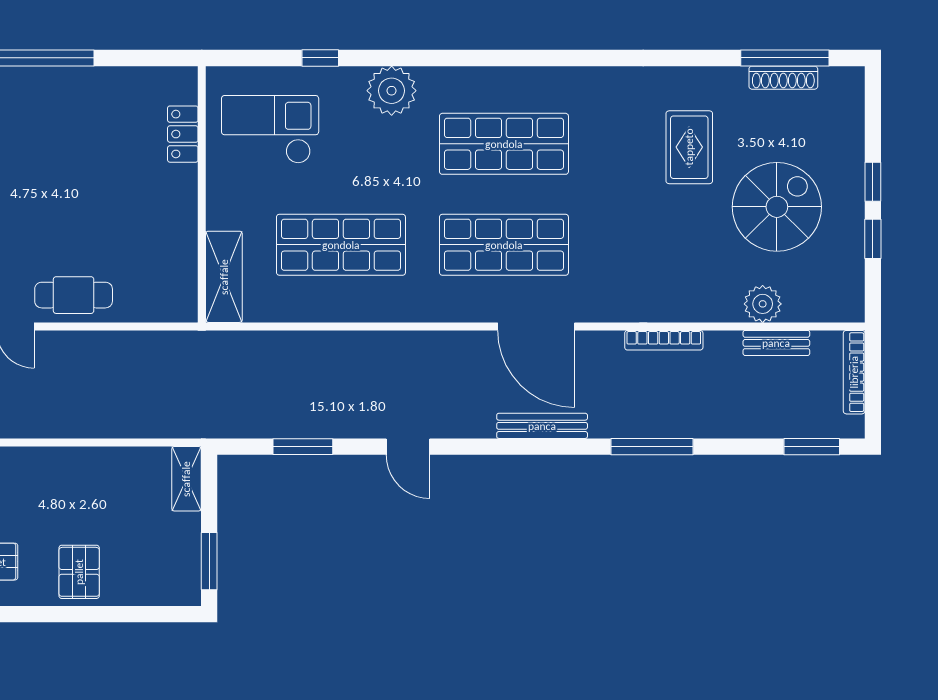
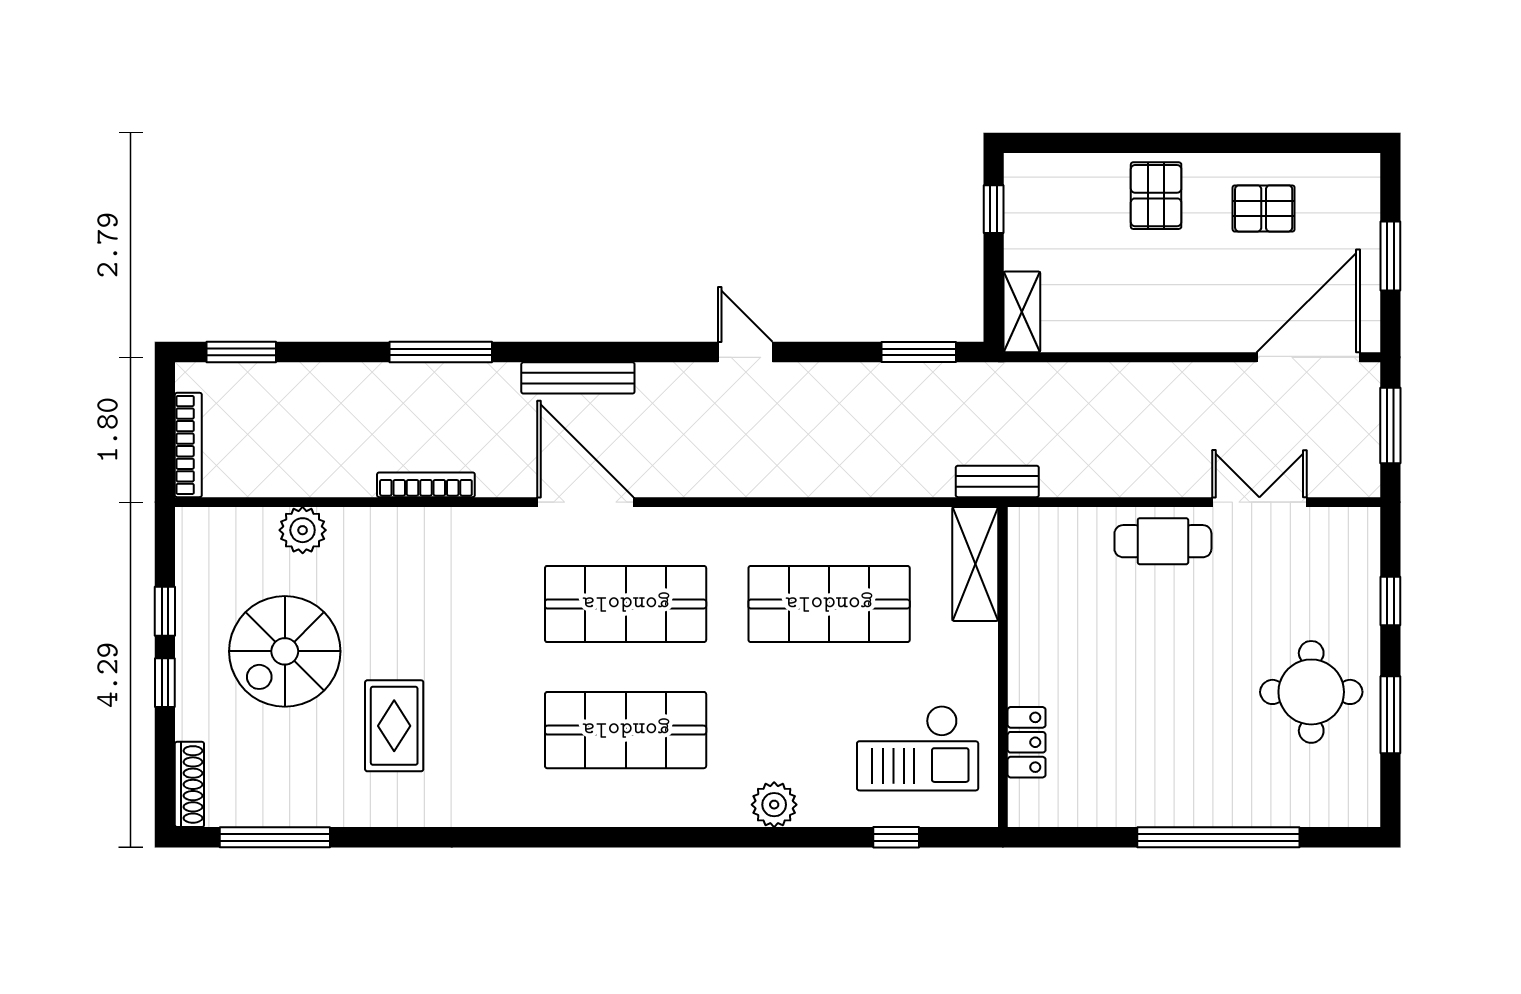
window: (320, 58) -> (896, 837), moved
shoe rack: (783, 78) -> (189, 784), moved, turned 90
plant: (392, 91) -> (774, 805), width x0.73, depth x0.73
bench: (776, 343) -> (997, 481), moved
window: (303, 447) -> (919, 352), moved
window: (209, 561) -> (994, 209), width x0.67

